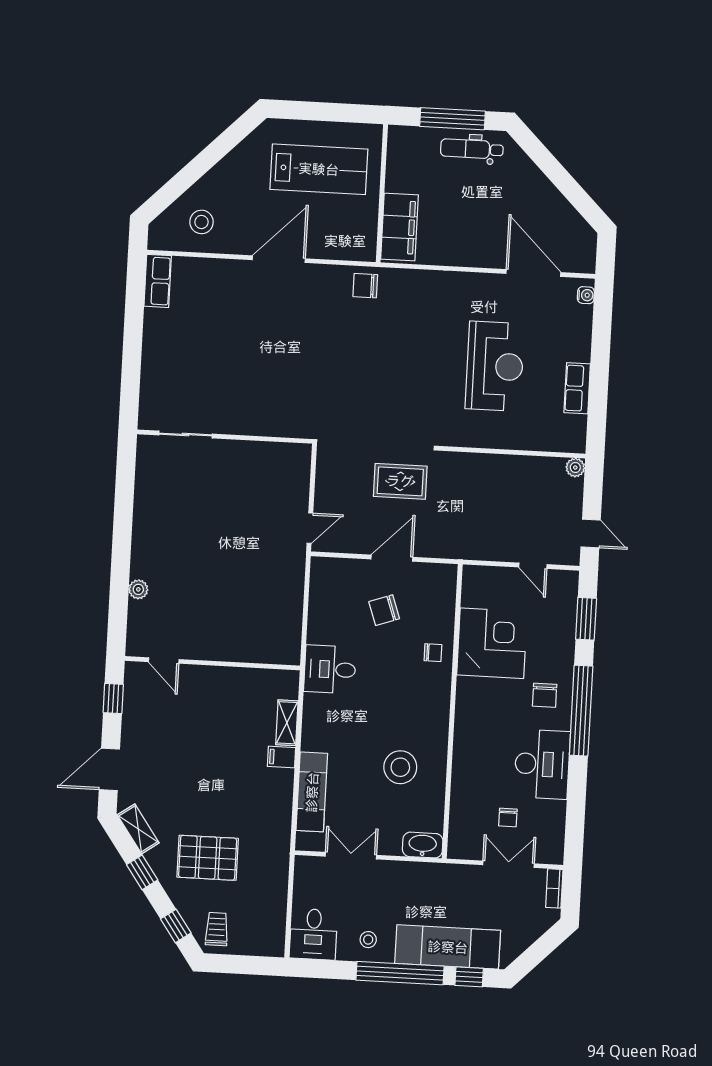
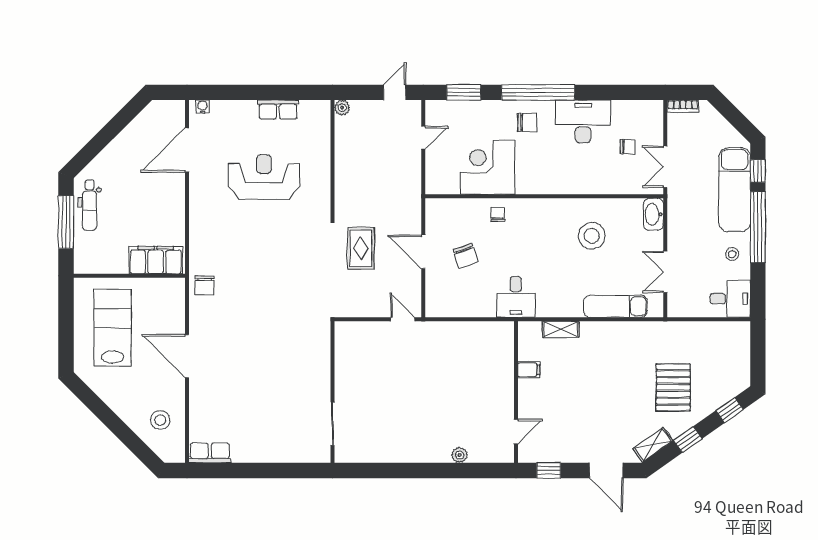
filing cabinet: (281, 757) -> (529, 370), moved, turned -90
double door: (509, 864) -> (665, 167), moved
trolley: (217, 929) -> (730, 377), removed

